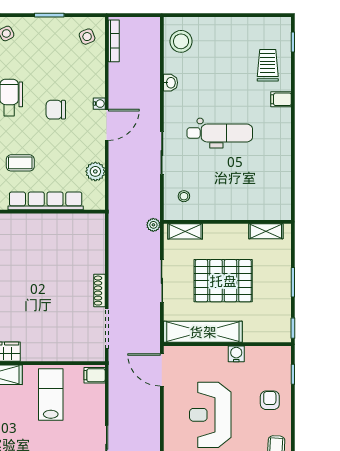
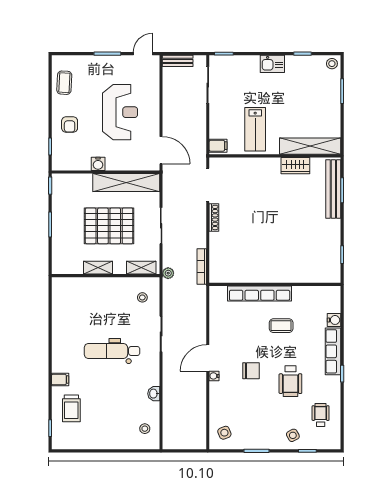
bookcase: (114, 41) -> (202, 266), moved
stool: (181, 41) -> (145, 429), width x0.53, depth x0.53
plant: (95, 171) -> (217, 318), removed
shelving: (266, 231) -> (98, 268), moved

